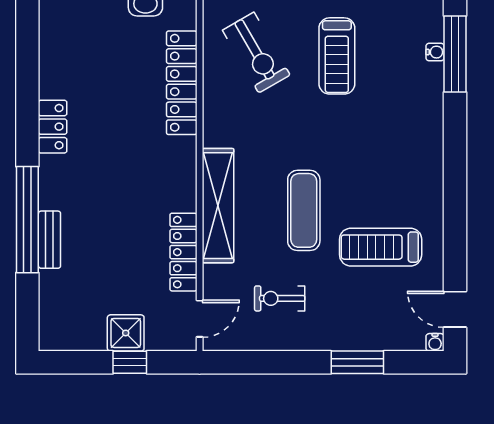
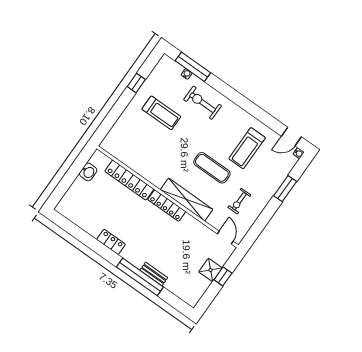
exercise bike: (256, 53) -> (203, 103), moved, turned -150
locker: (183, 252) -> (167, 206), moved

